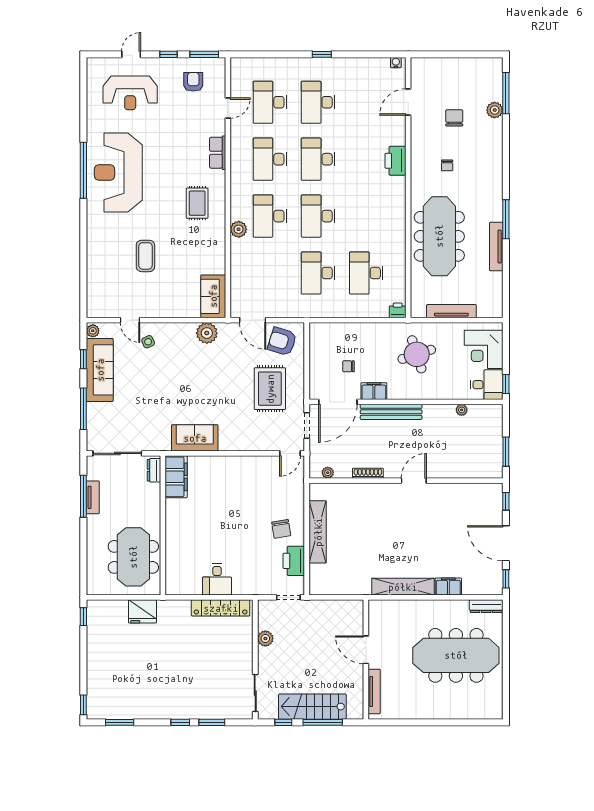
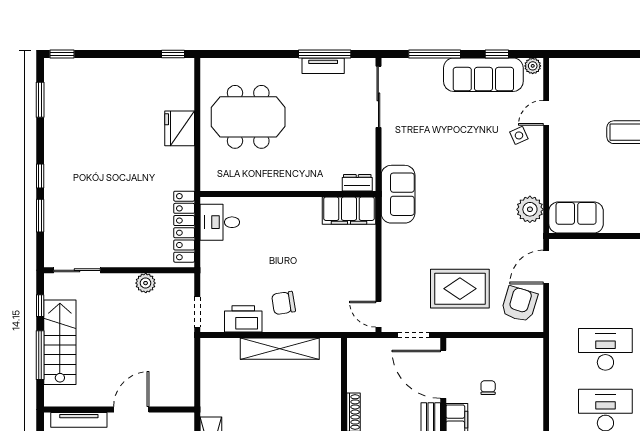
dresser: (154, 470) -> (357, 183), moved
plant: (328, 473) -> (354, 362), removed
filing cabinet: (176, 477) -> (349, 211), moved
wall: (163, 525) -> (288, 194), moved

